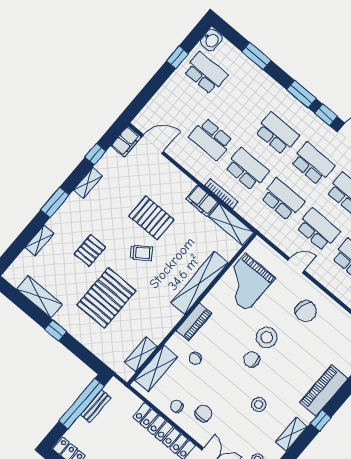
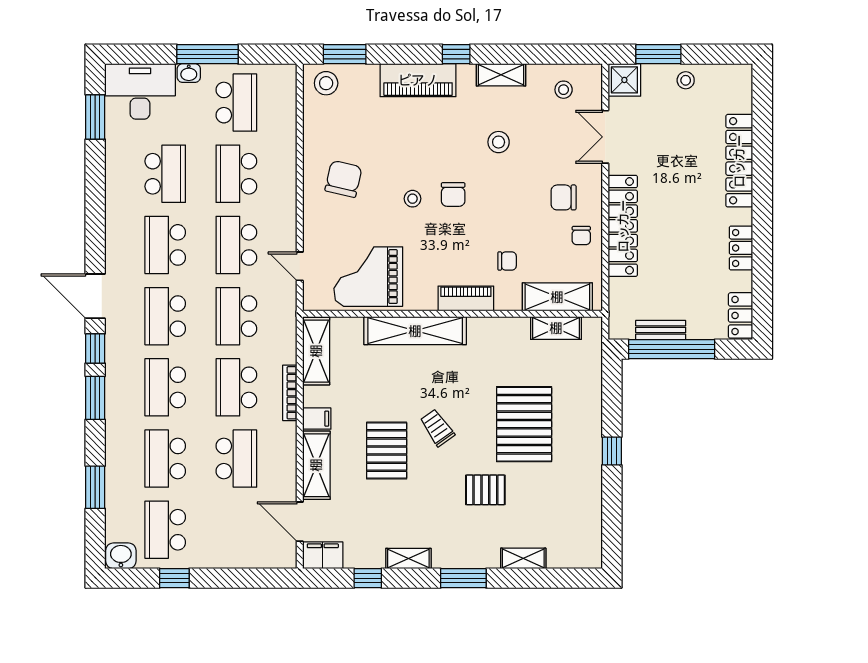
school desk: (241, 103) -> (165, 459), added
filing cabinet: (202, 201) -> (317, 419), width x0.50
door: (296, 266) -> (300, 266), moved
grand piano: (246, 282) -> (368, 277), turned 180
shelving: (39, 297) -> (316, 465), moved
pallet: (106, 298) -> (524, 424), turned 90
stool: (267, 337) -> (413, 199), width x0.53, depth x0.53

